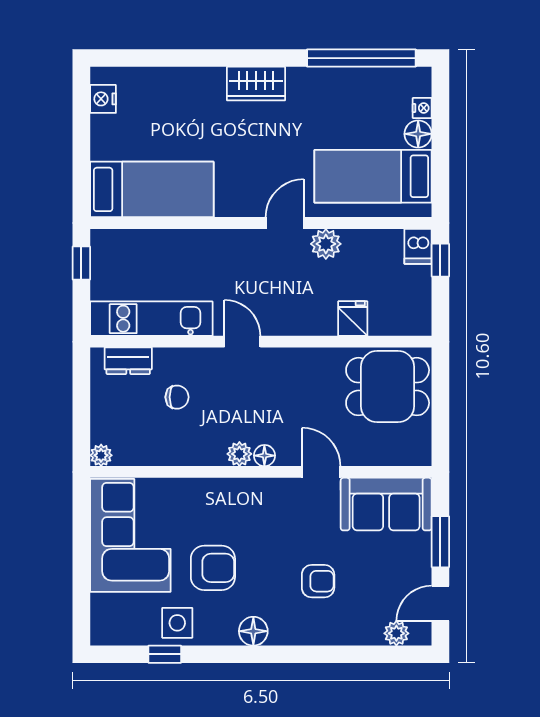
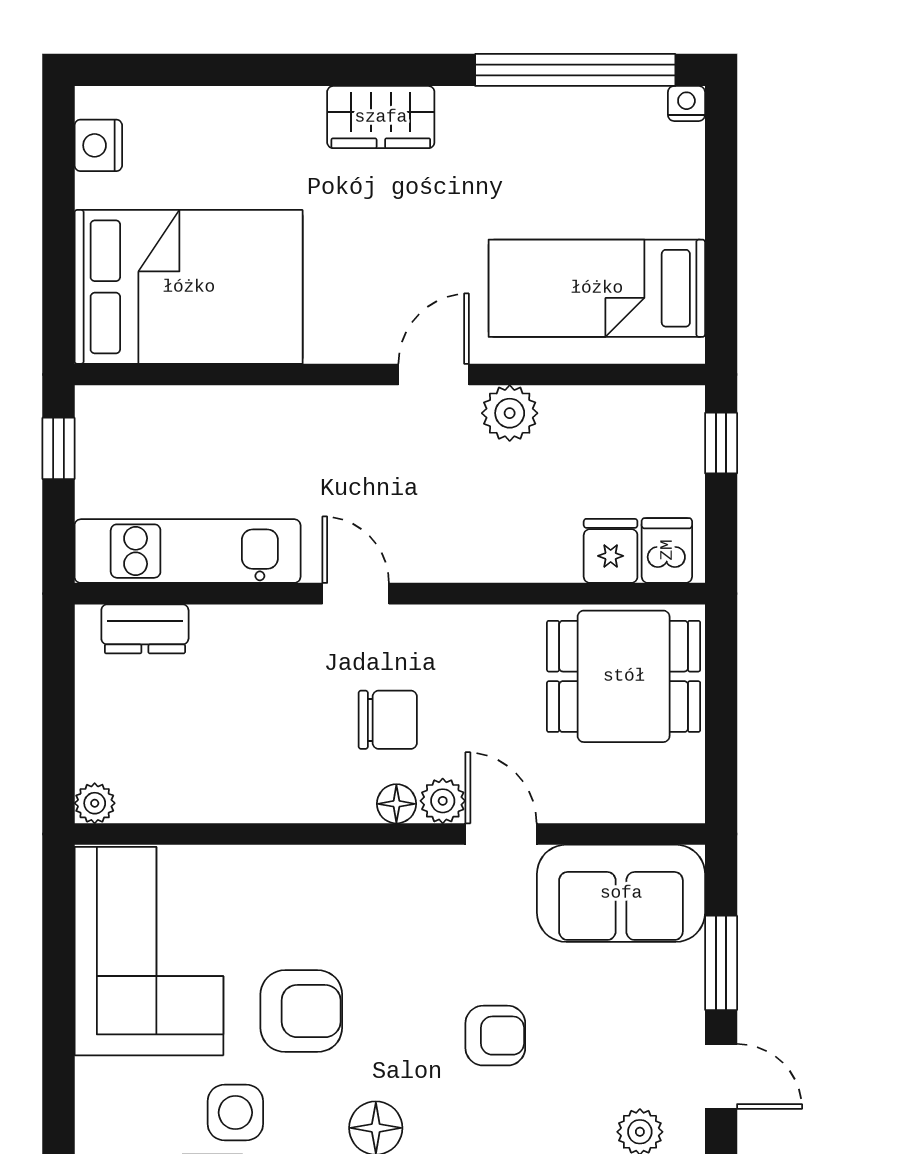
nightstand: (422, 108) -> (686, 104), moved, turned -90
floor lamp: (418, 134) -> (680, 210), removed
bed: (152, 189) -> (189, 287), width x1.50
dishwasher: (418, 246) -> (667, 550), moved, turned 180
fridge: (353, 319) -> (611, 551), moved
chair: (177, 397) -> (388, 720), moved, width x1.37, depth x1.37
plant: (239, 454) -> (443, 801), moved
door: (440, 603) -> (721, 1076), swing flipped

